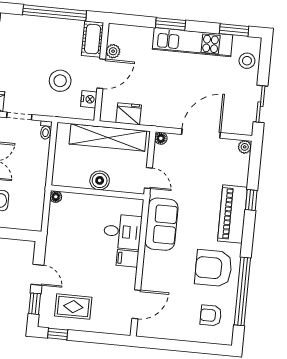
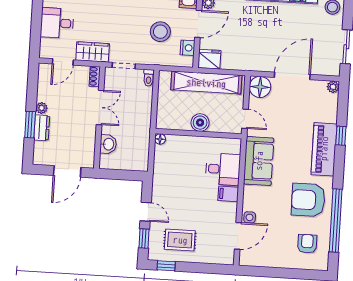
fridge: (129, 114) -> (209, 59), moved
floor lamp: (161, 138) -> (260, 87), width x1.89, depth x1.89
side table: (149, 285) -> (250, 217), added
armchair: (211, 315) -> (307, 244), turned 90

